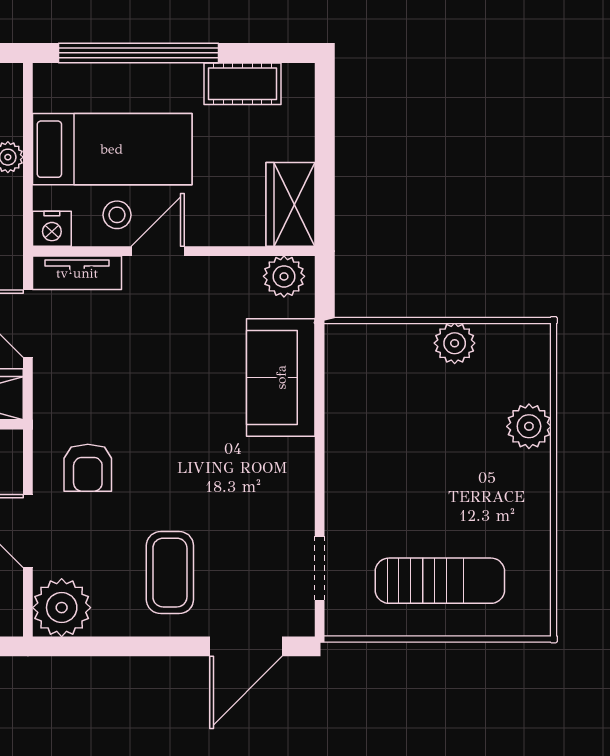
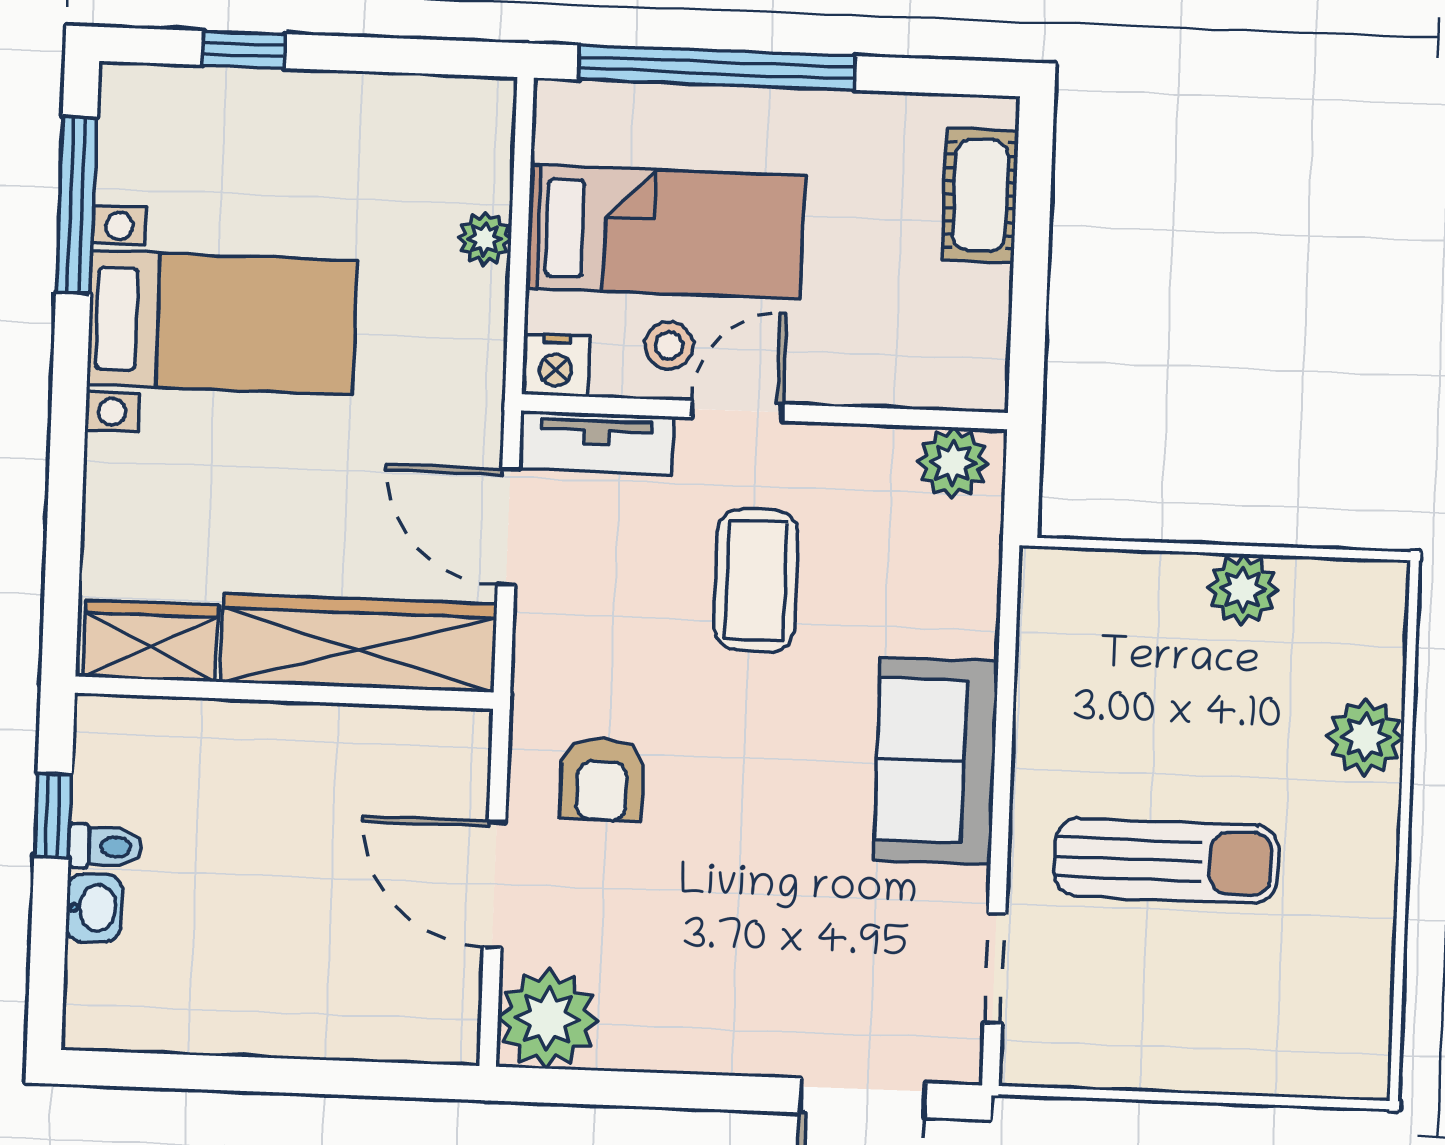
cot: (242, 84) -> (980, 195), moved, turned 90
wardrobe: (290, 204) -> (969, 339), removed
sofa: (281, 377) -> (936, 761), moved
coffee table: (170, 573) -> (756, 580), moved
sun lounger: (440, 581) -> (1166, 861), moved

